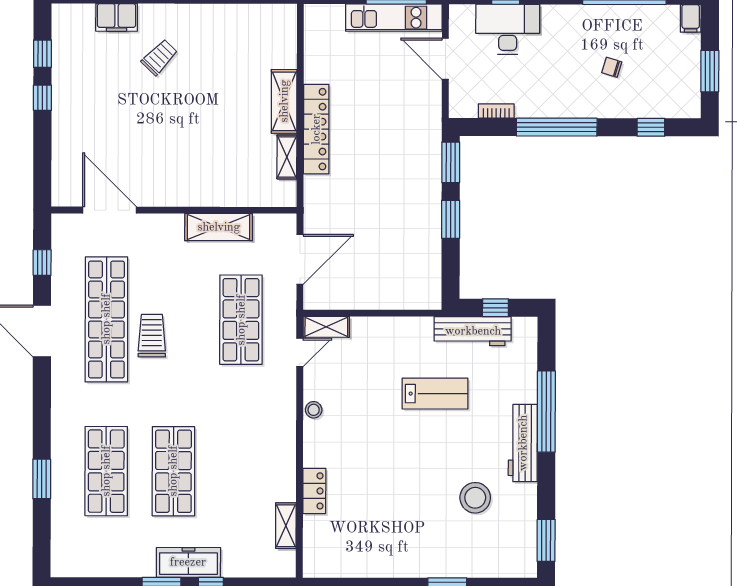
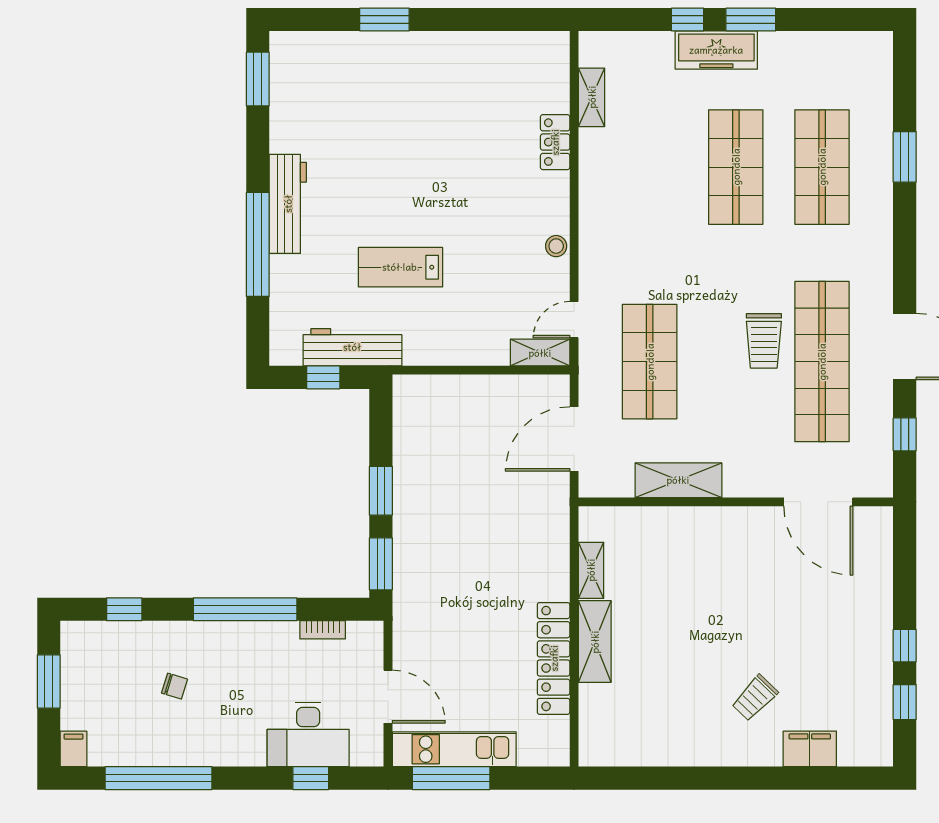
locker: (316, 129) -> (554, 658), moved
stool: (475, 498) -> (349, 134), removed

